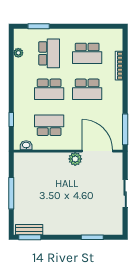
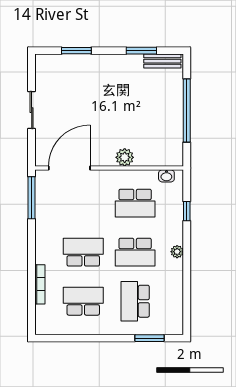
plant: (18, 53) -> (177, 252), moved
school desk: (49, 89) -> (135, 252), turned 180
door: (97, 151) -> (69, 168), swing flipped
plant: (75, 159) -> (125, 157), moved
window: (11, 193) -> (187, 111), width x1.46
window: (30, 237) -> (141, 51), moved

